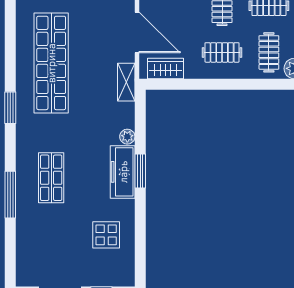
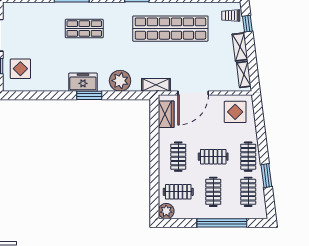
plant: (127, 137) -> (120, 81), width x1.88, depth x1.88
freezer: (123, 172) -> (83, 82), width x0.71
display table: (106, 235) -> (20, 69), moved

